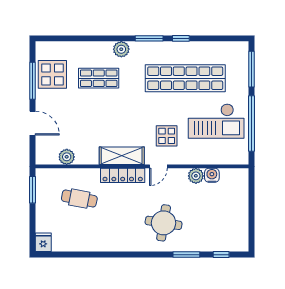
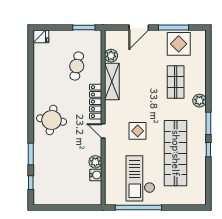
window: (251, 69) -> (183, 208), removed
display table: (167, 136) -> (138, 131), moved
shelving: (122, 156) -> (112, 81), moved
round table: (164, 223) -> (52, 120), moved

